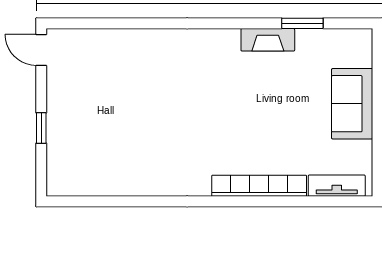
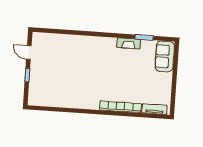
door: (41, 50) -> (29, 53), moved
sofa: (352, 104) -> (165, 56), moved

